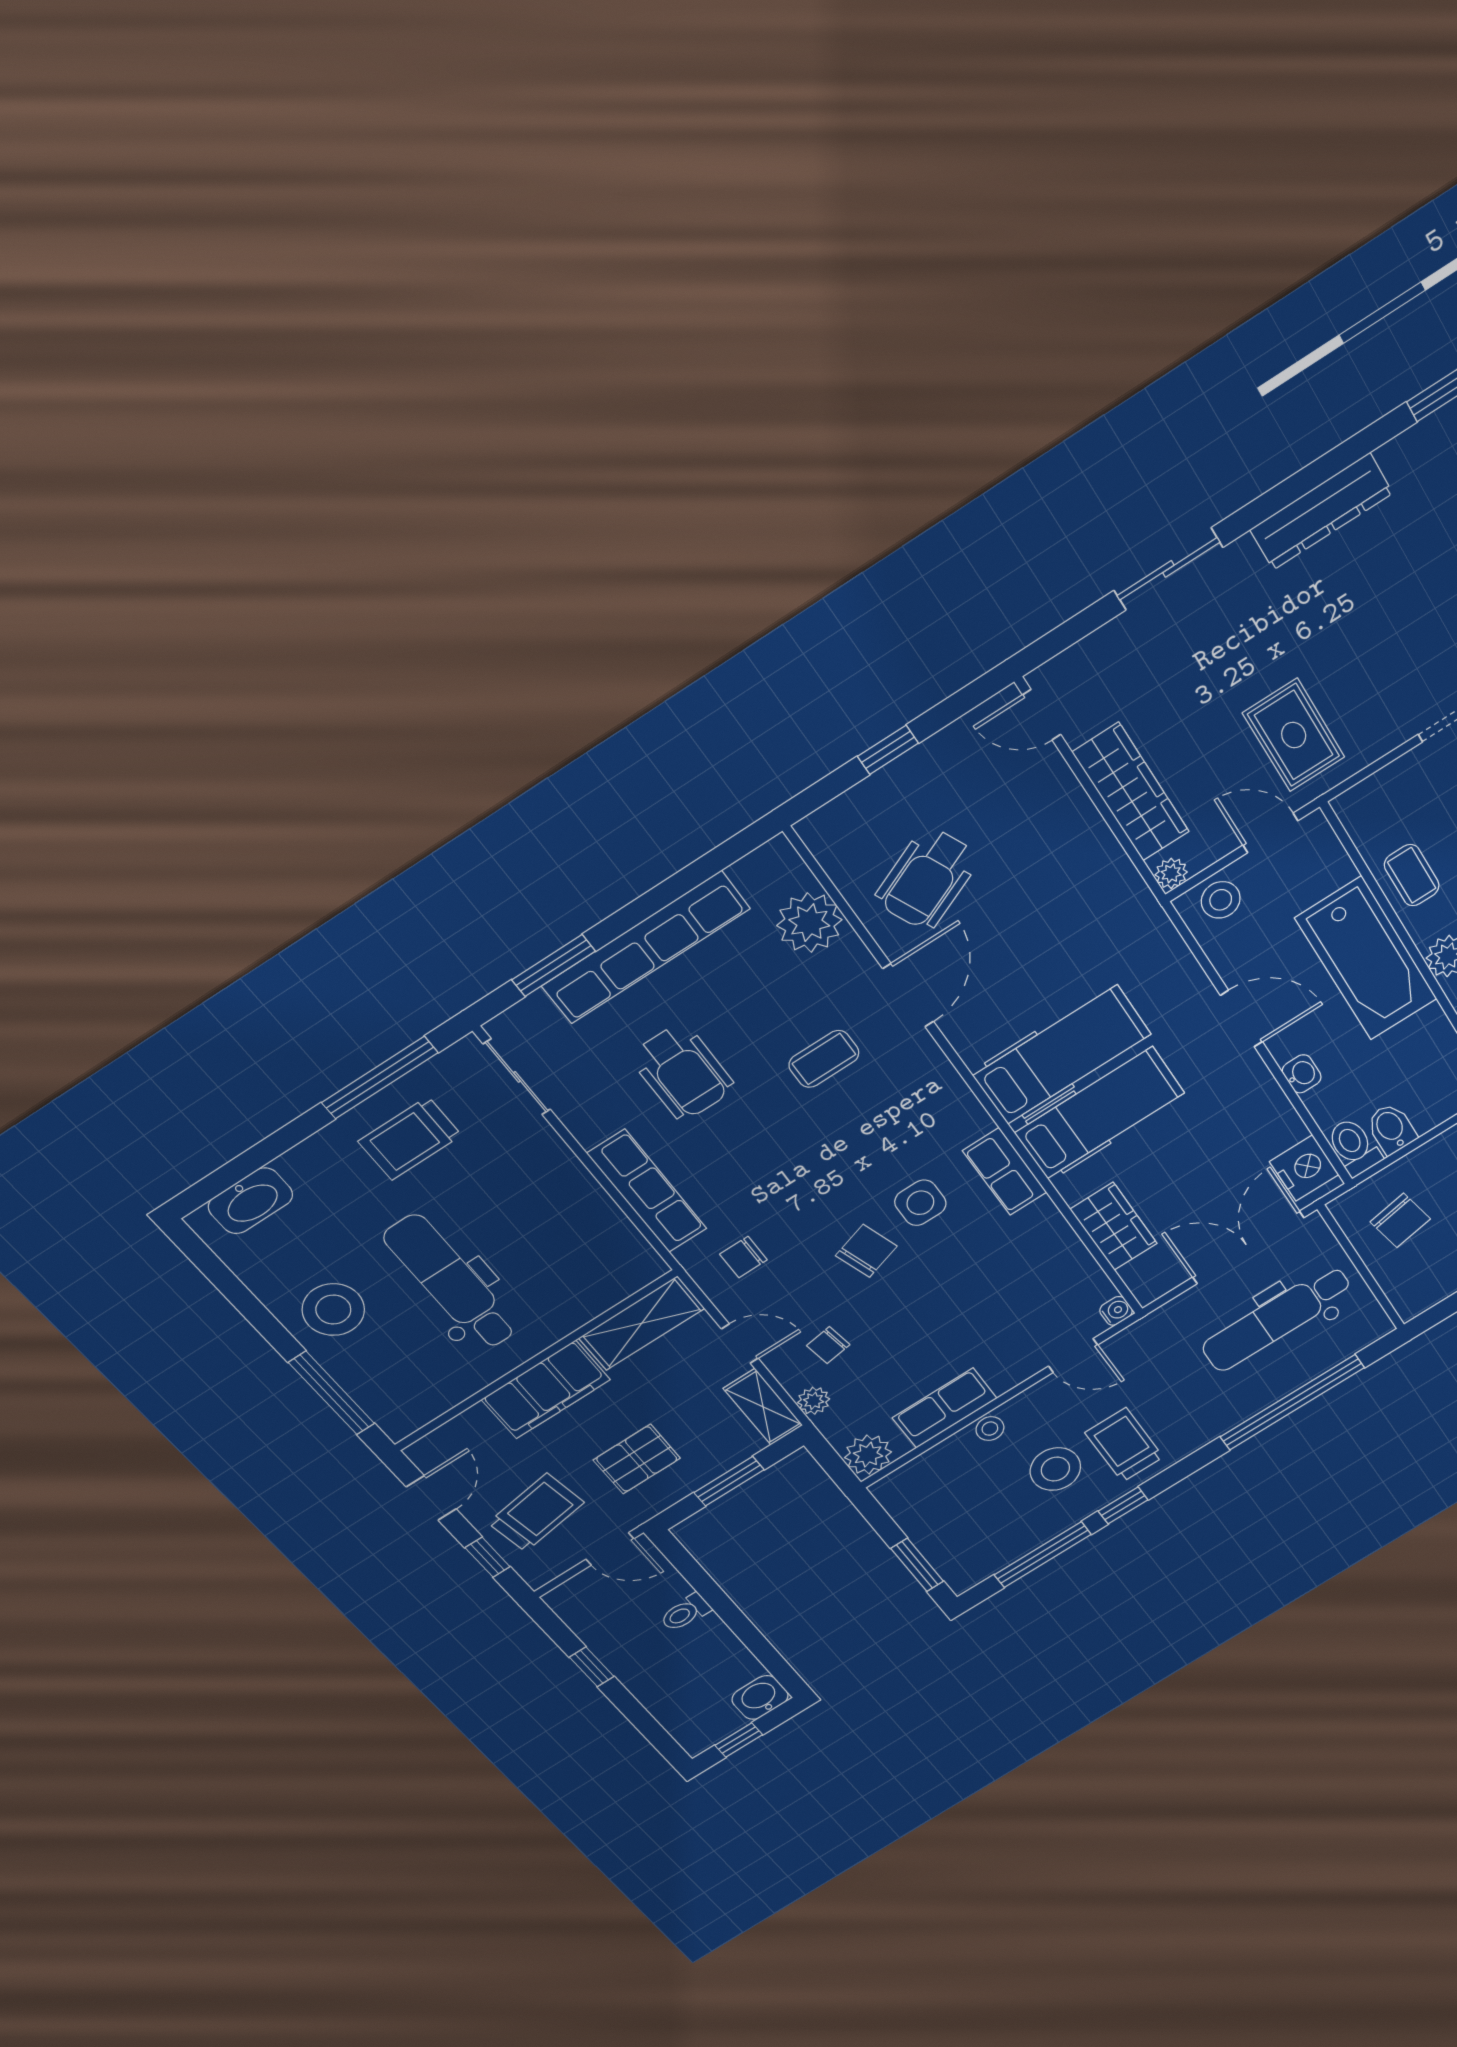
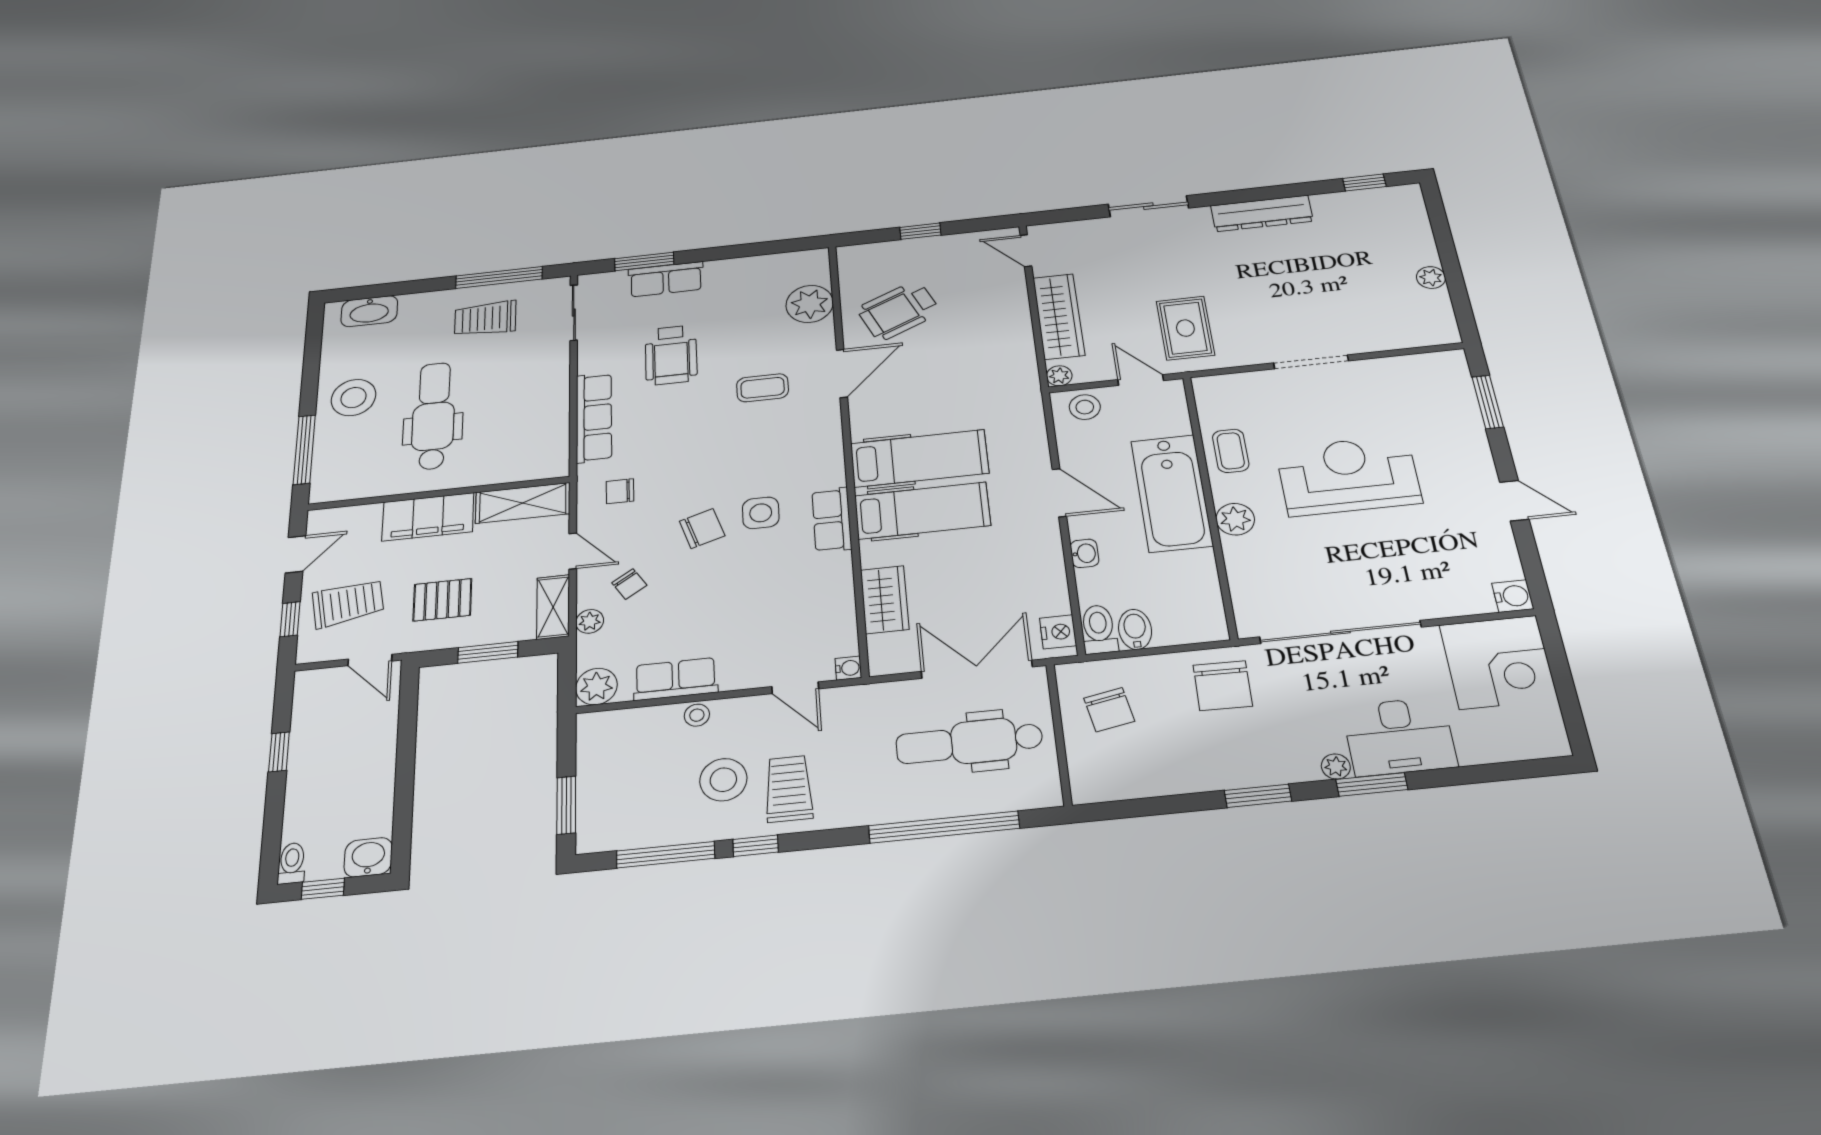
row of seats: (646, 947) -> (666, 279), width x0.50
nightstand: (1304, 1168) -> (1058, 632), width x0.74, depth x0.75
chair: (828, 1345) -> (629, 584), turned -114
toilet: (685, 1613) -> (292, 863), moved, turned 90

